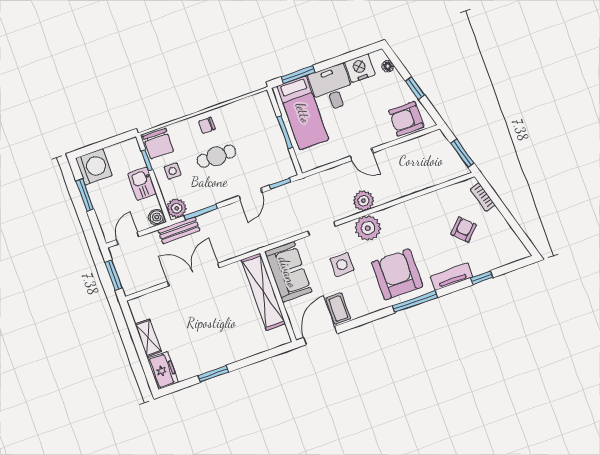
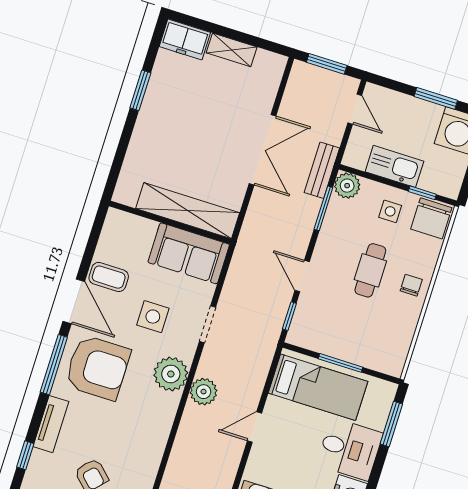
bed: (303, 113) -> (318, 387), moved, turned 180
chair: (158, 144) -> (431, 218), turned -90
kitchen sink: (142, 184) -> (394, 166), width x1.38
boiler: (157, 217) -> (354, 157), removed
door: (320, 336) -> (74, 301), moved

